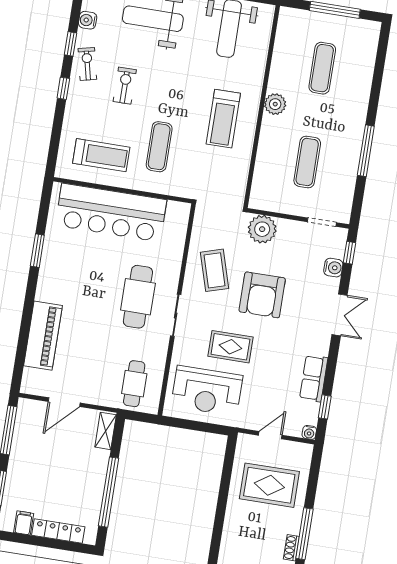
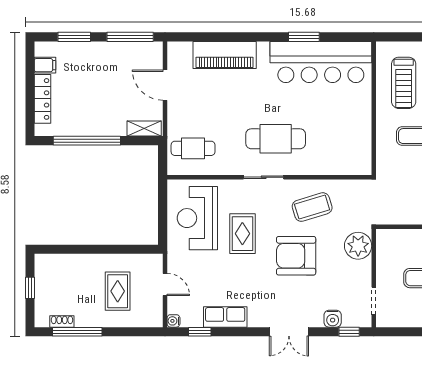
bar counter: (111, 213) -> (321, 62), moved, turned -90
rug: (269, 485) -> (118, 291), width x0.73, depth x0.70

